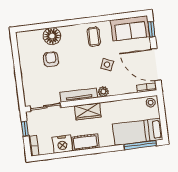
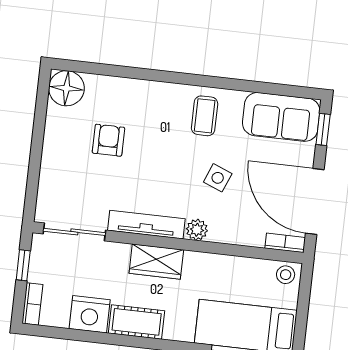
floor lamp: (52, 36) -> (66, 88), moved

